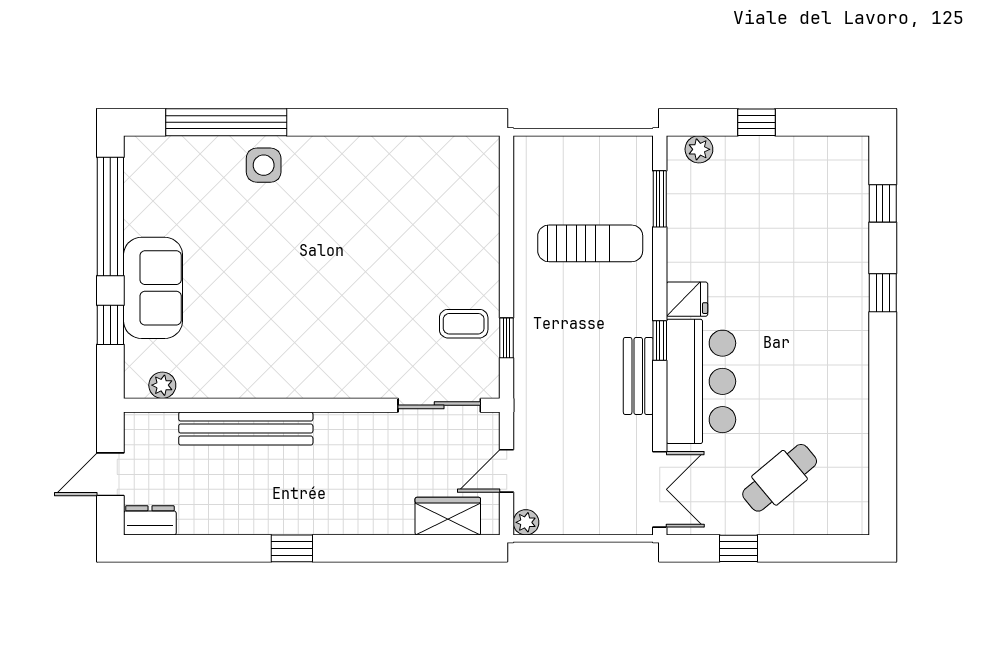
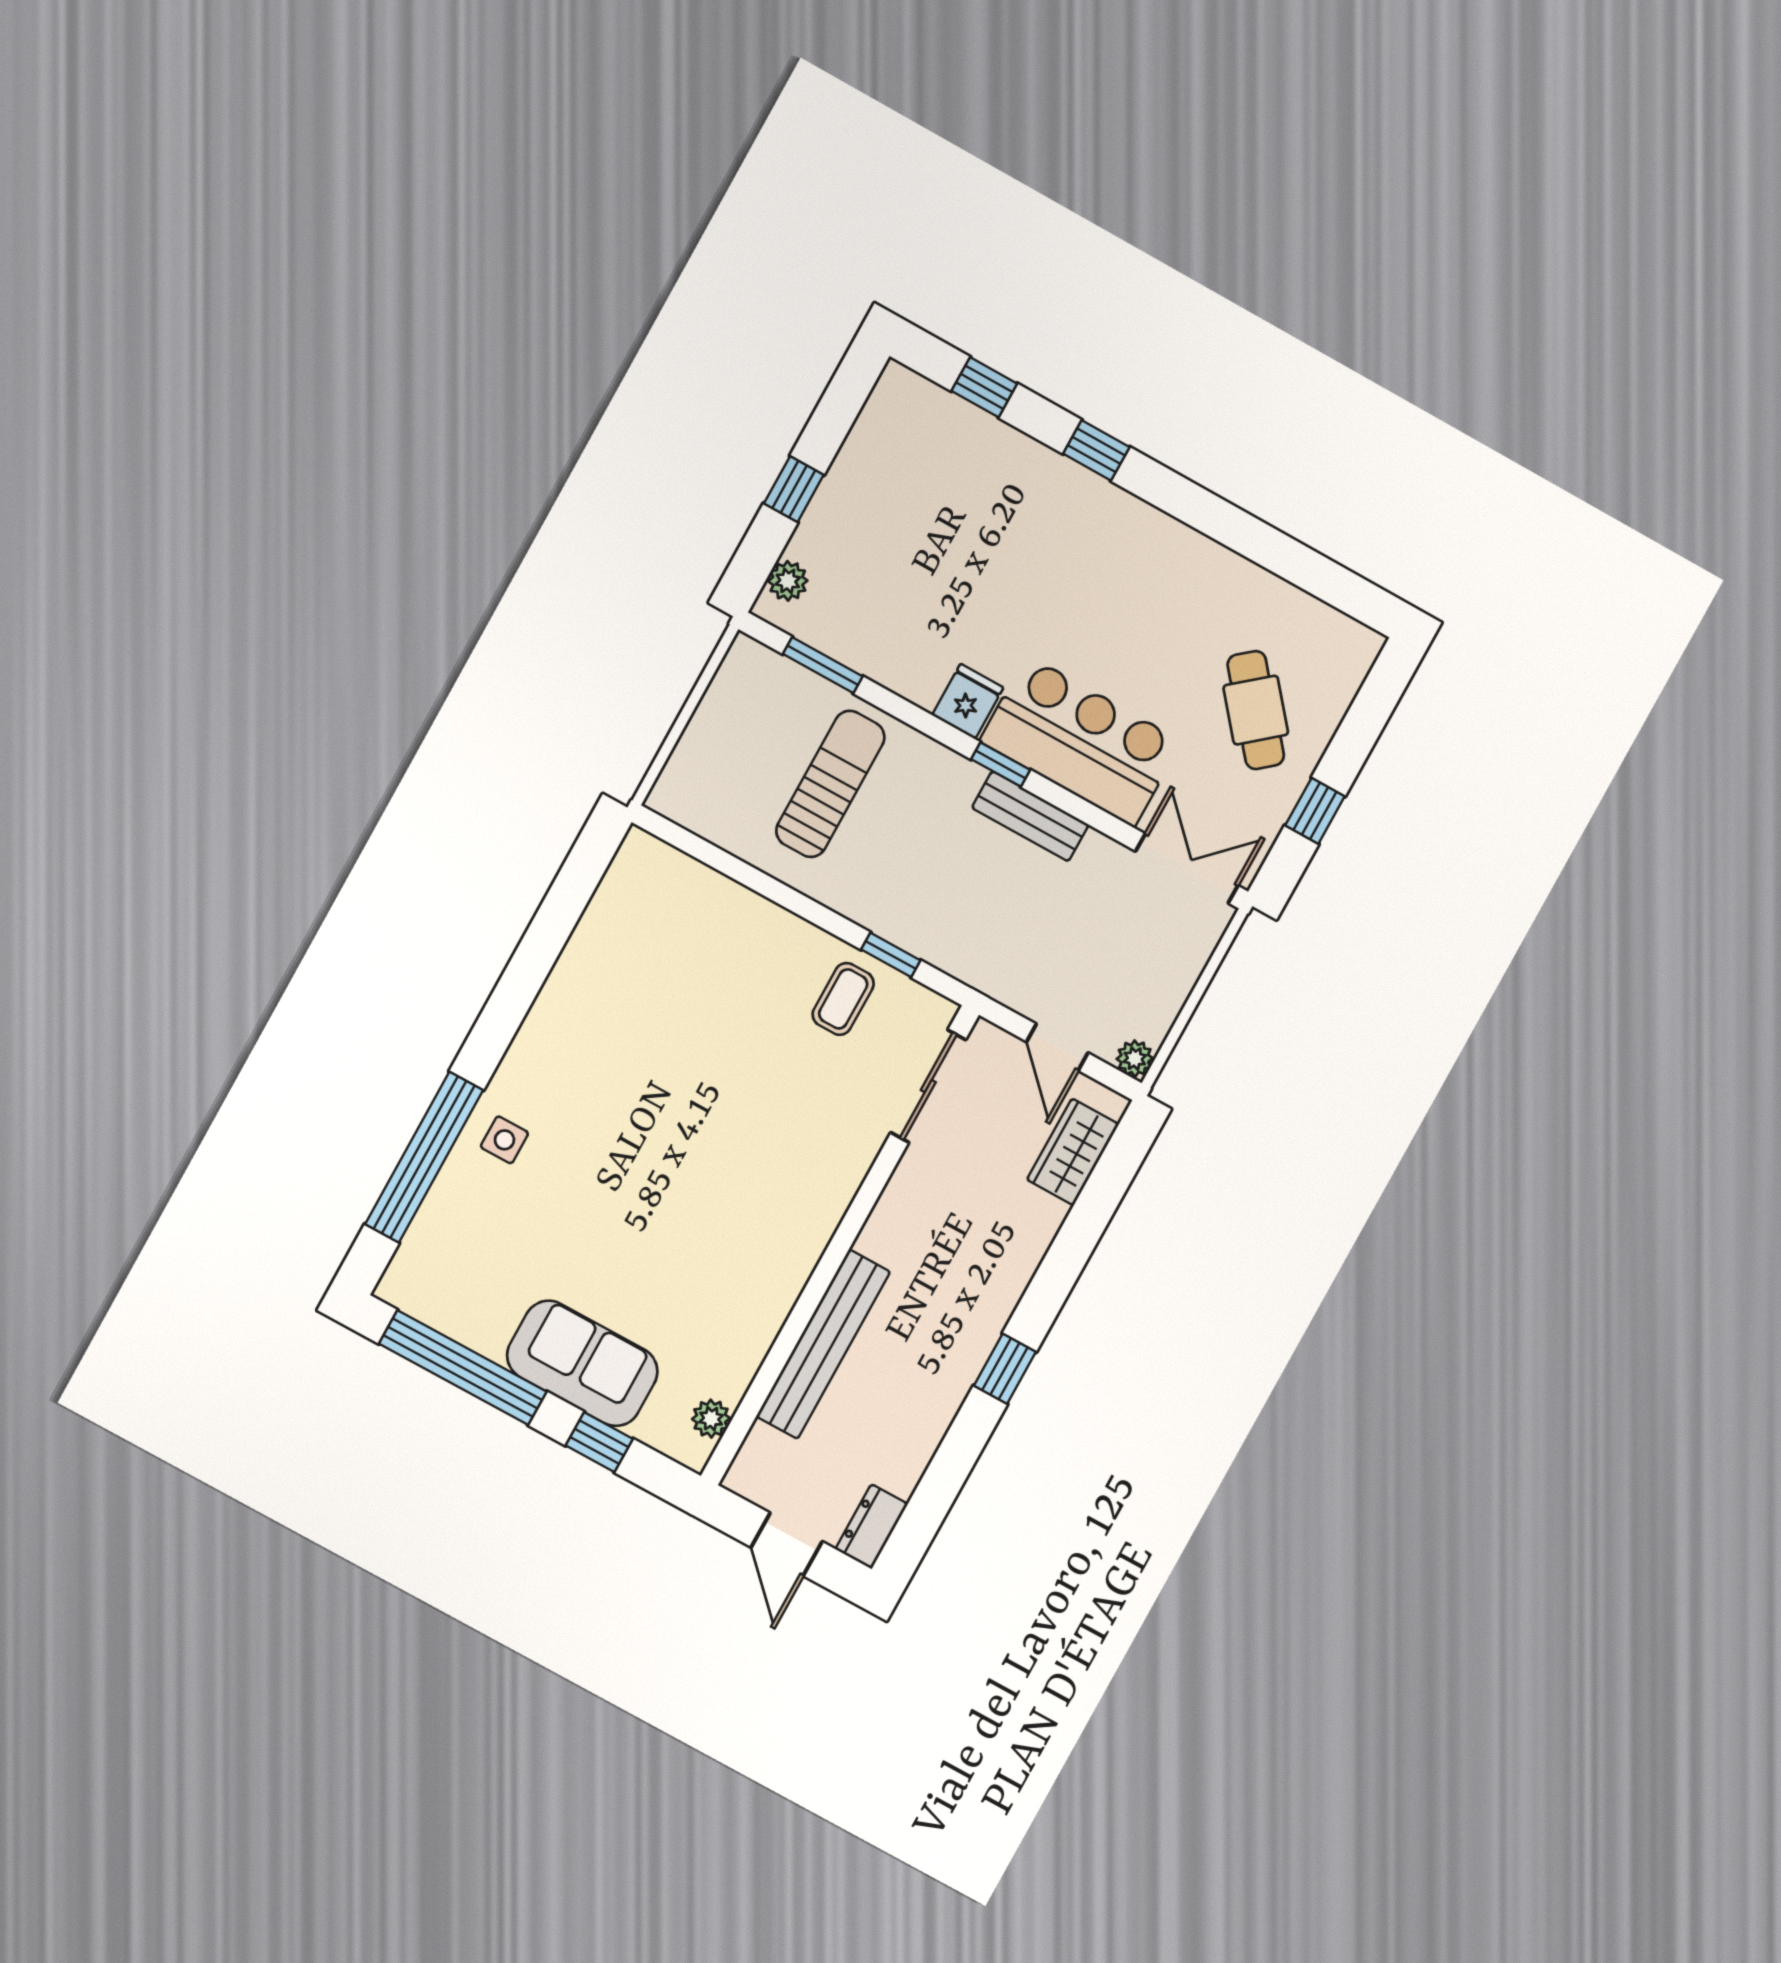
side table: (264, 165) -> (504, 1140), width x0.73, depth x0.73

